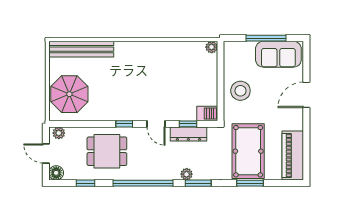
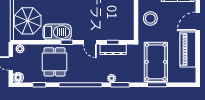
barbecue: (207, 114) -> (57, 32), moved, width x1.88, depth x1.53
dining table: (107, 151) -> (55, 62), turned 90
piano: (293, 156) -> (188, 50), moved

